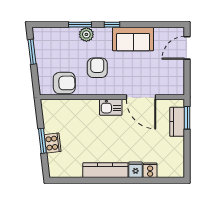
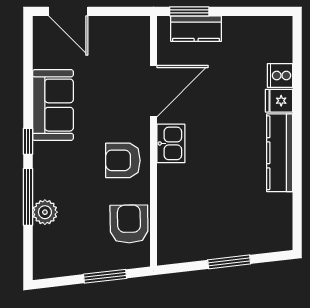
window: (80, 25) -> (28, 197), width x1.44
plant: (86, 34) -> (45, 212), moved
window: (32, 52) -> (105, 276), moved
armchair: (97, 68) -> (123, 160), moved
cooker: (53, 143) -> (233, 244), removed

